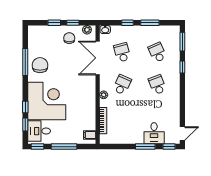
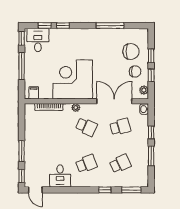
chair: (40, 65) -> (131, 51), moved
corner desk: (47, 101) -> (73, 79), moved, turned 180
desk: (154, 133) -> (60, 176), moved, turned -90

